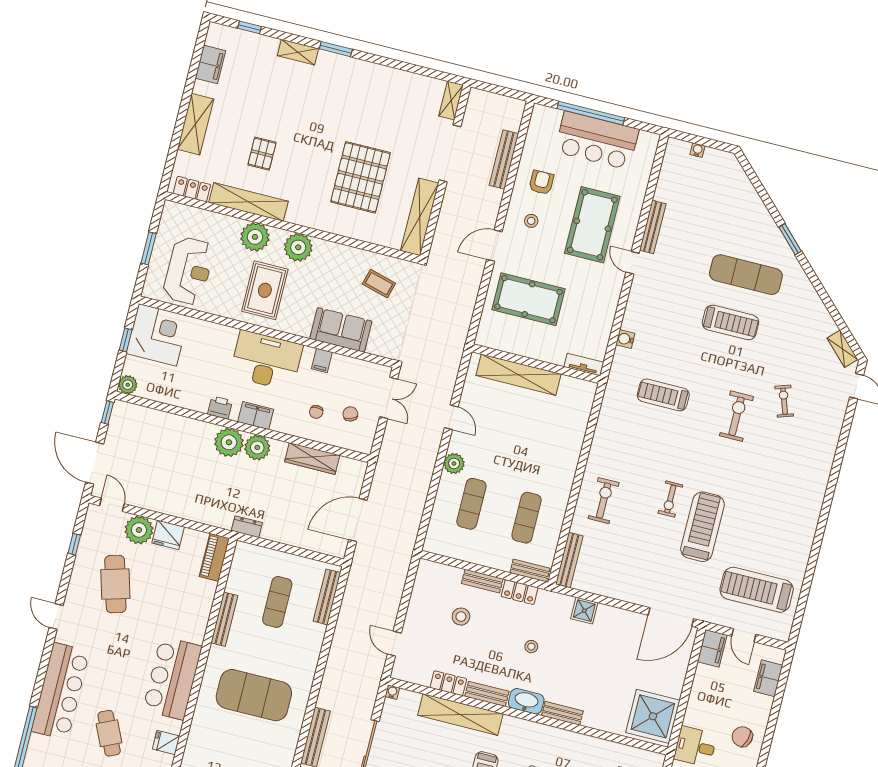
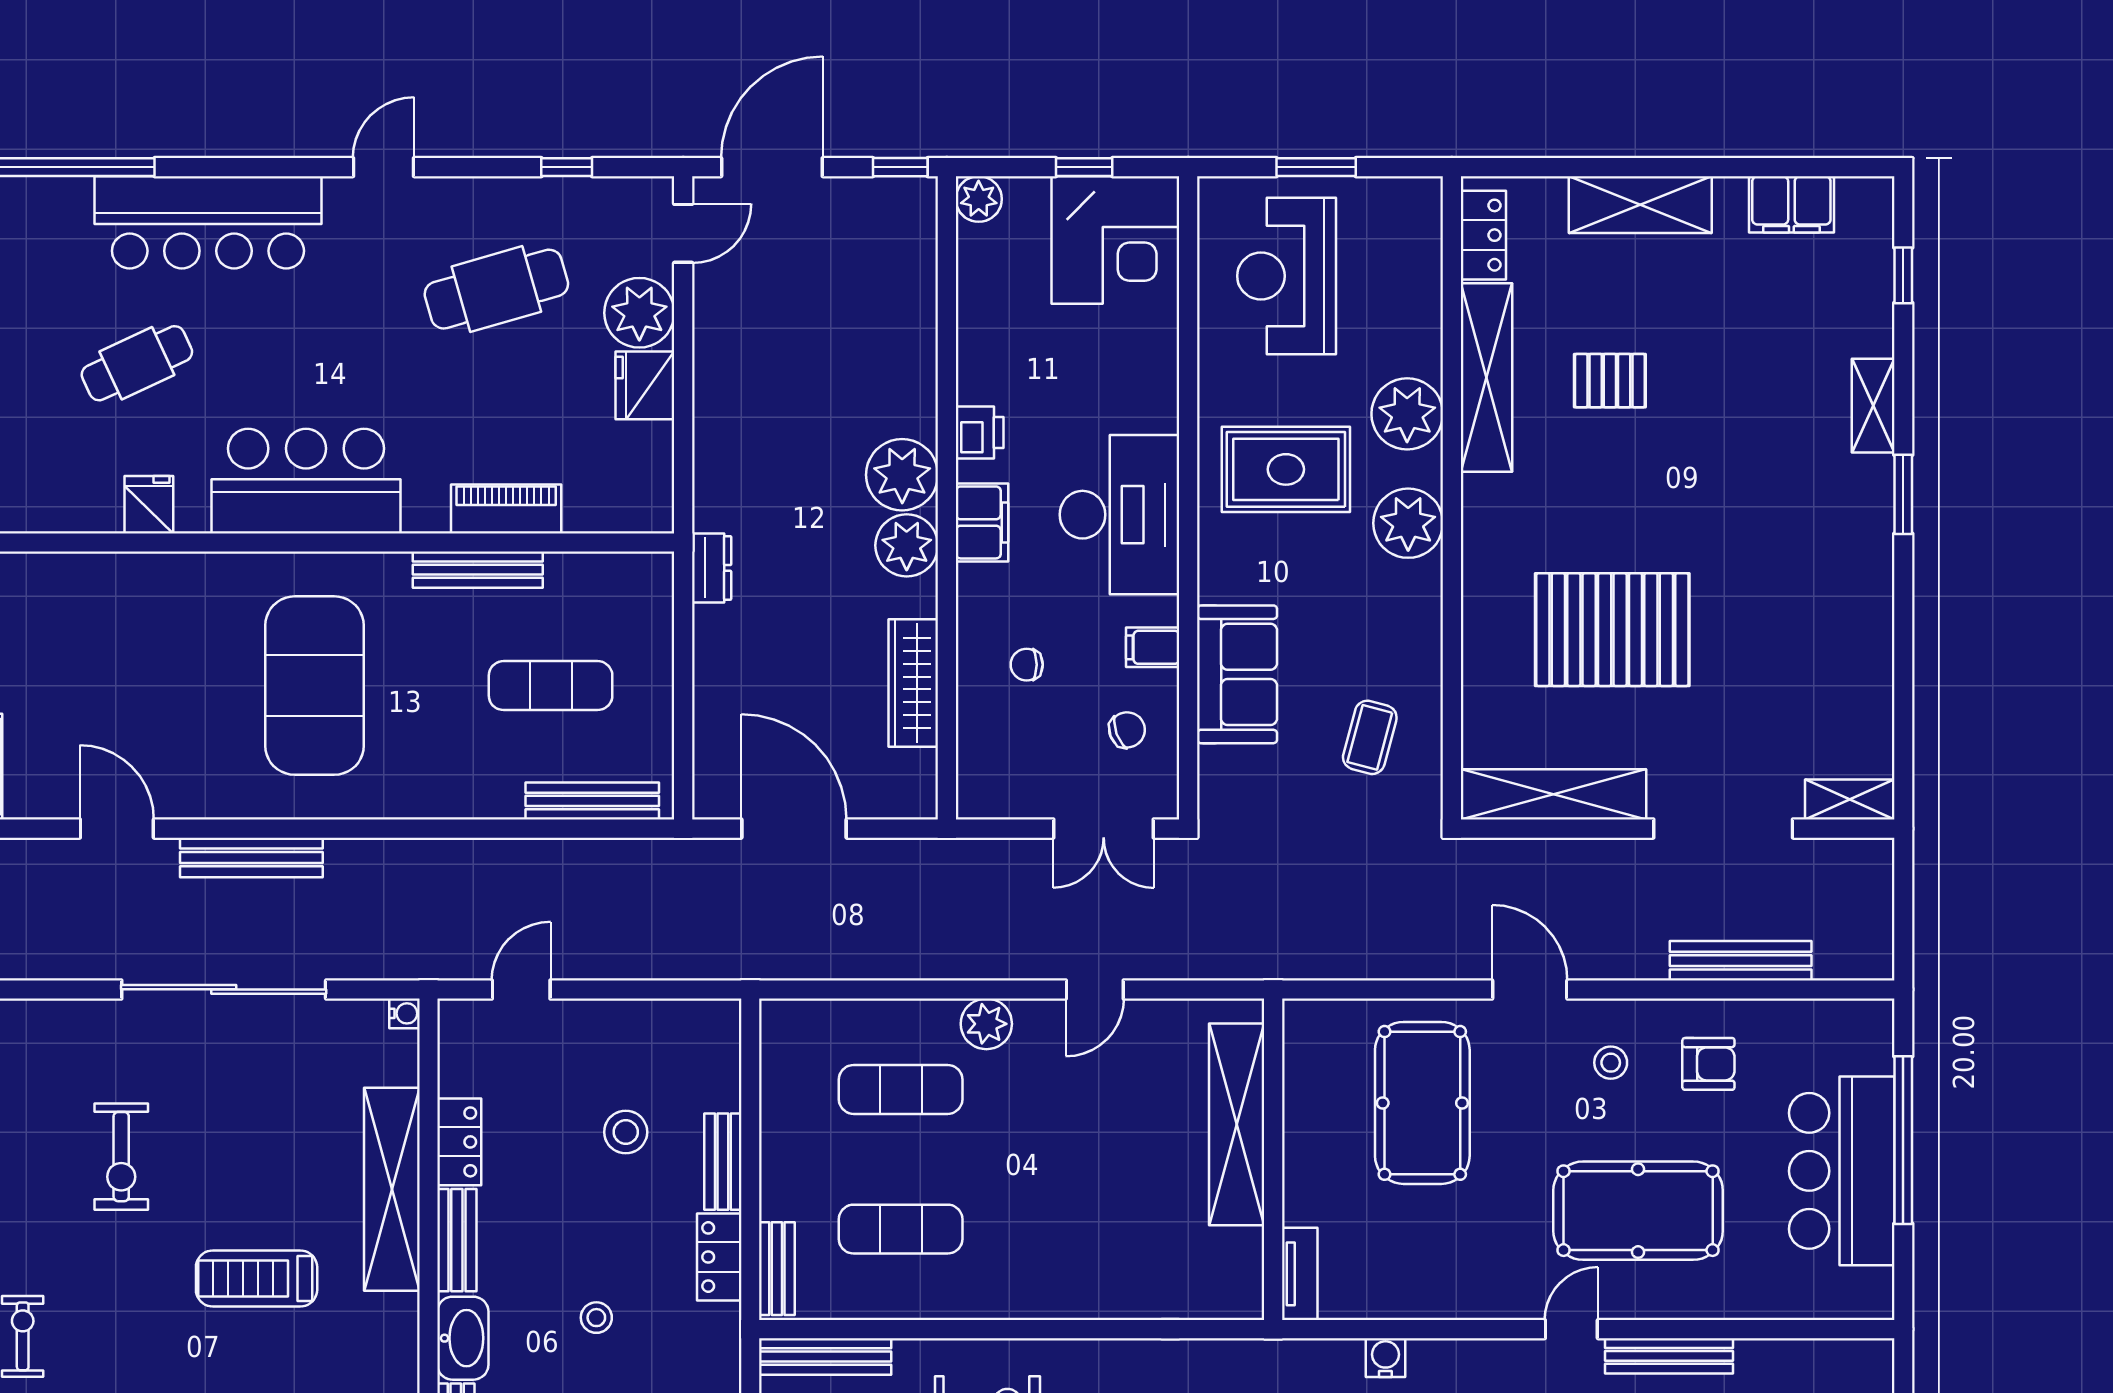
reception desk: (189, 271) -> (1287, 276), turned 90
chair: (350, 414) -> (1127, 730), moved
piano: (214, 557) -> (506, 509), moved

